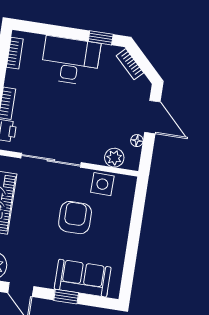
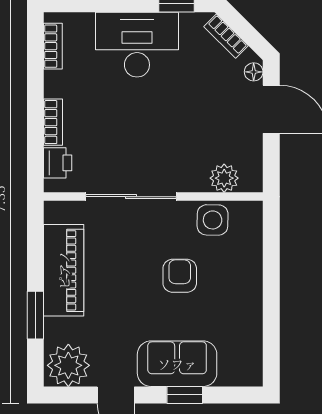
floor lamp: (137, 141) -> (254, 72), moved
armchair: (75, 218) -> (180, 276), width x0.72, depth x0.72
sofa: (83, 278) -> (177, 364), moved

